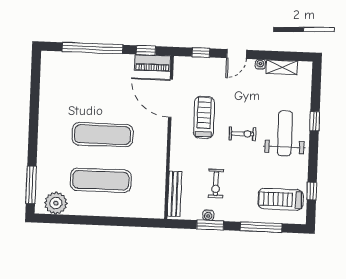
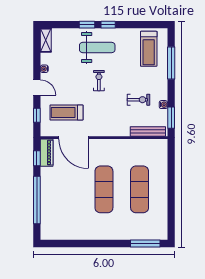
shelving: (282, 67) -> (46, 40), moved
door: (171, 98) -> (74, 138), hinge flipped
treadmill: (204, 117) -> (66, 113), moved
weight bench: (285, 133) -> (97, 47), turned 180
window: (312, 191) -> (108, 25), moved
plant: (56, 203) -> (159, 224), removed
window: (210, 225) -> (171, 118), moved

